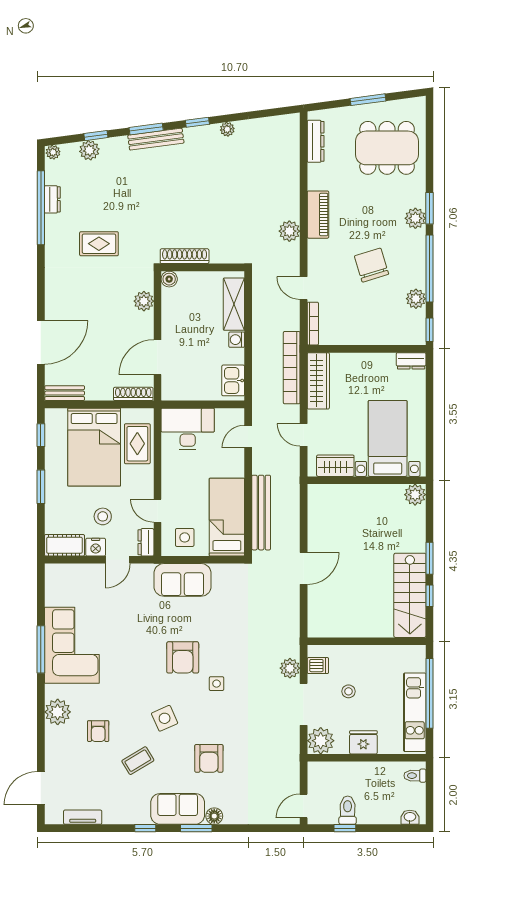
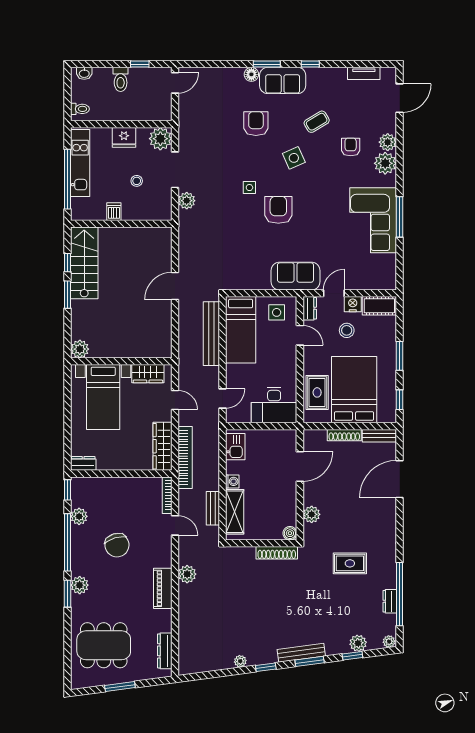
bench: (259, 308) -> (213, 508), added
shoe rack: (133, 394) -> (344, 435), moved
sofa: (183, 580) -> (295, 276), moved
dishwasher: (318, 666) -> (114, 212), moved, turned 90
plant: (55, 737) -> (388, 142), added
toilet: (348, 810) -> (121, 79), moved

